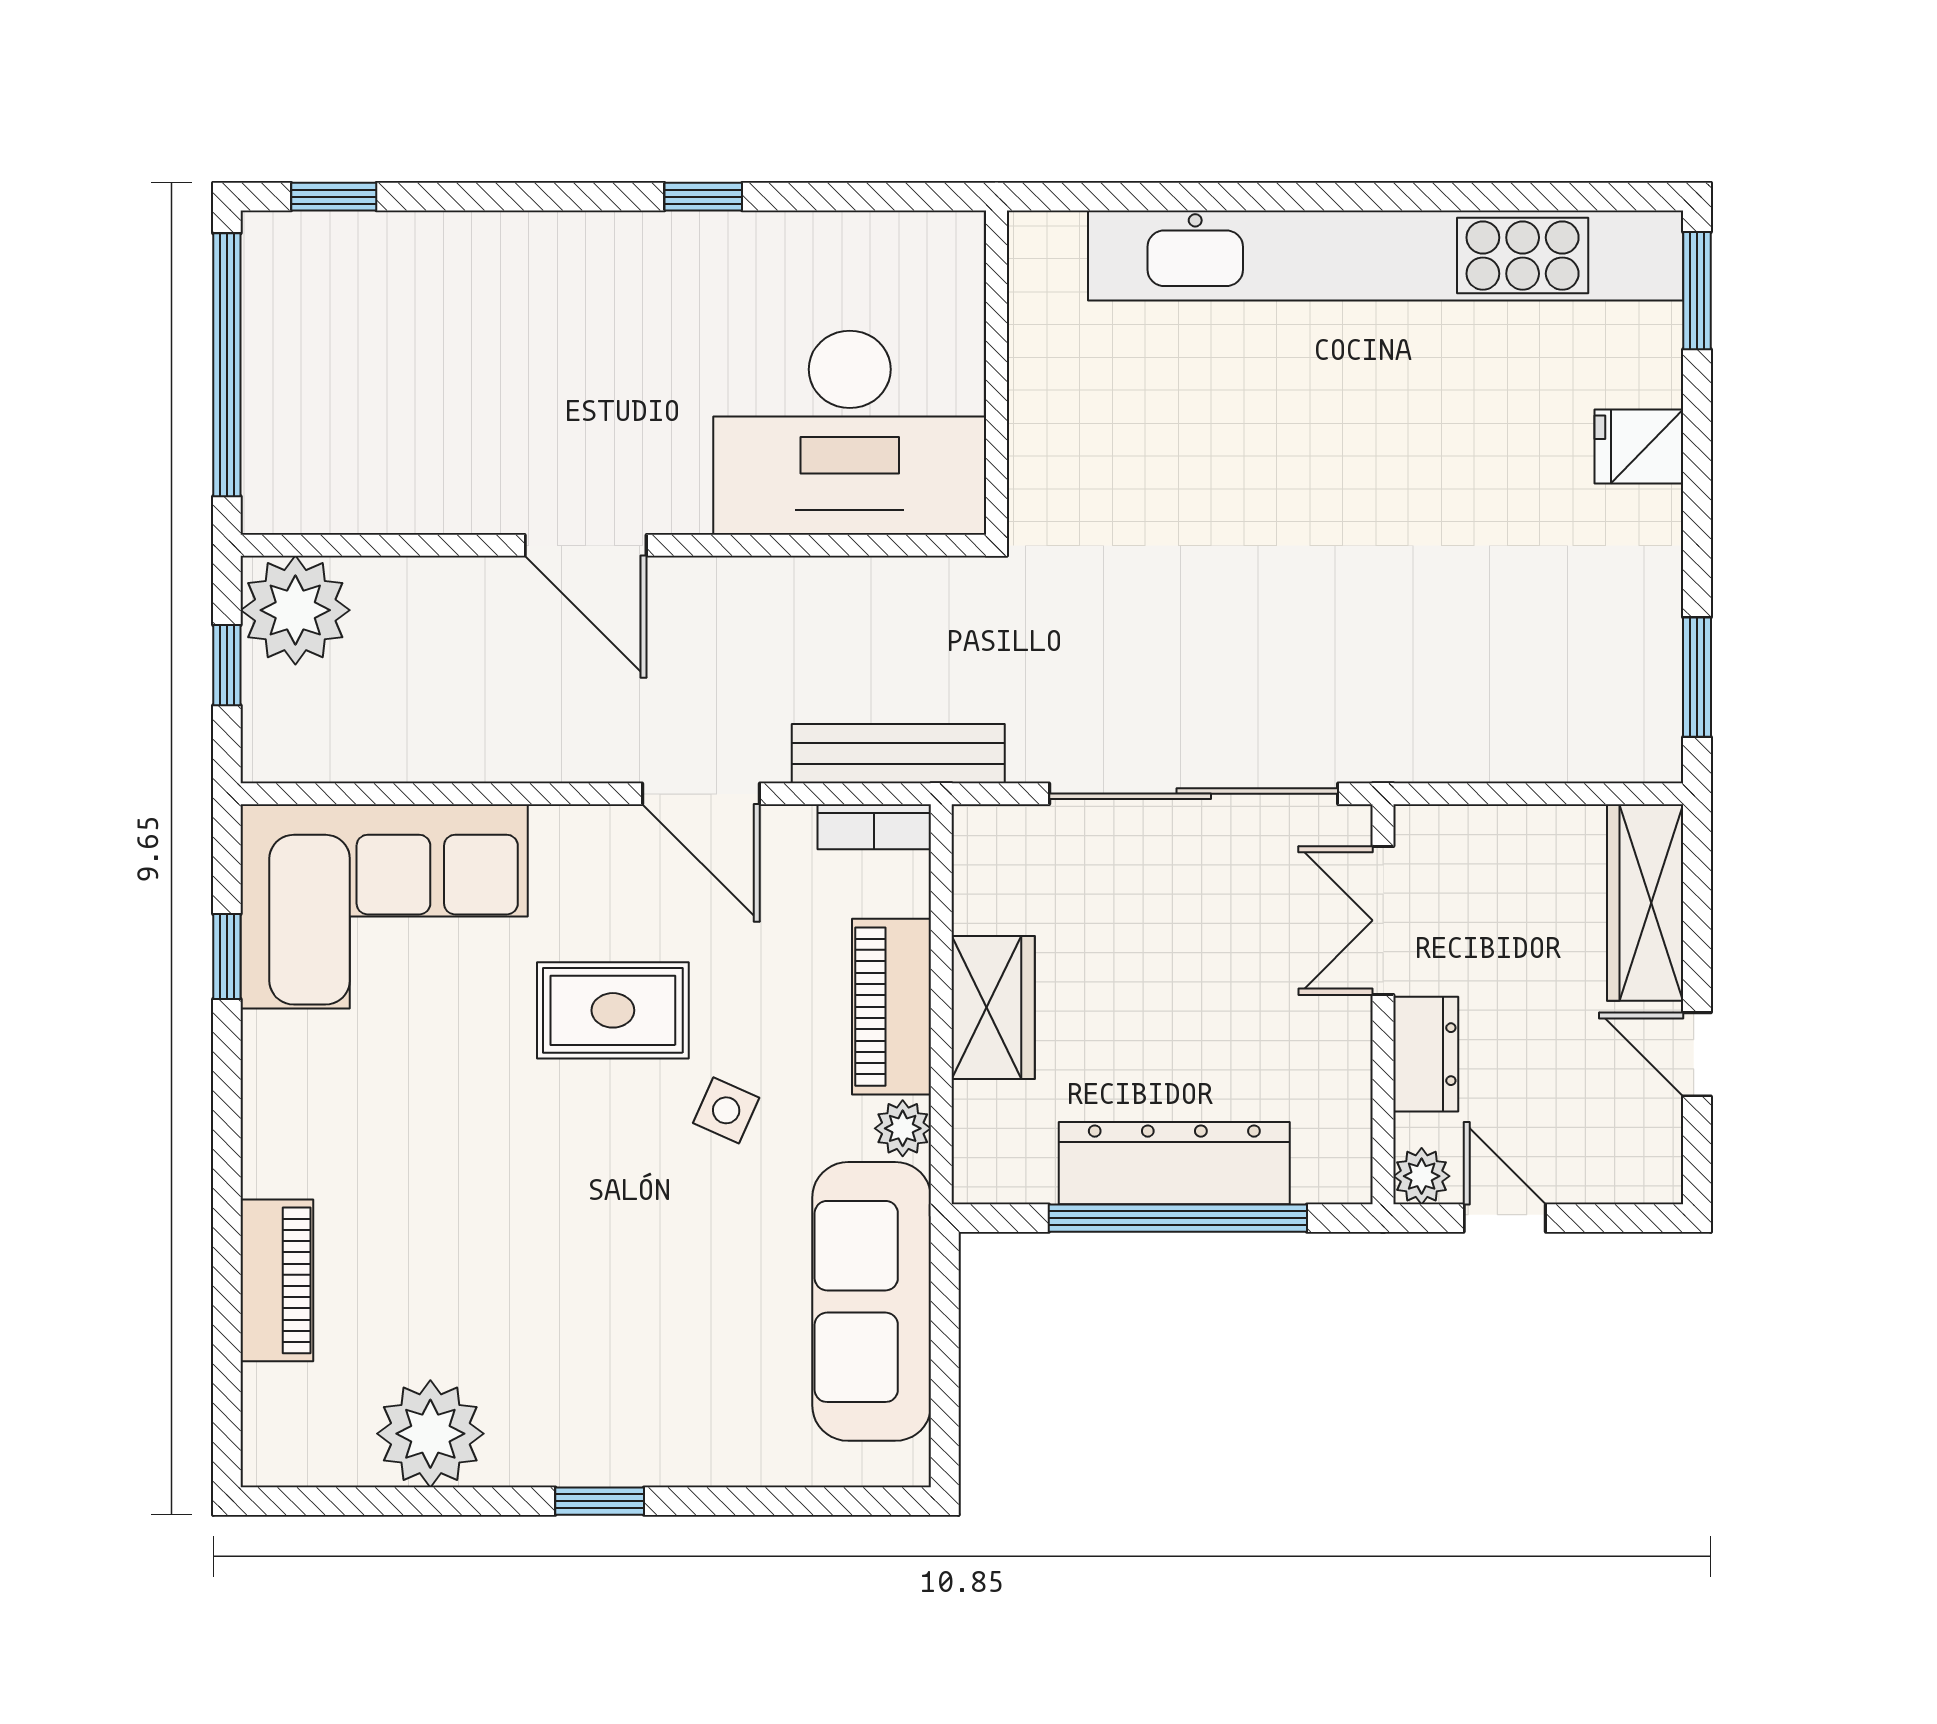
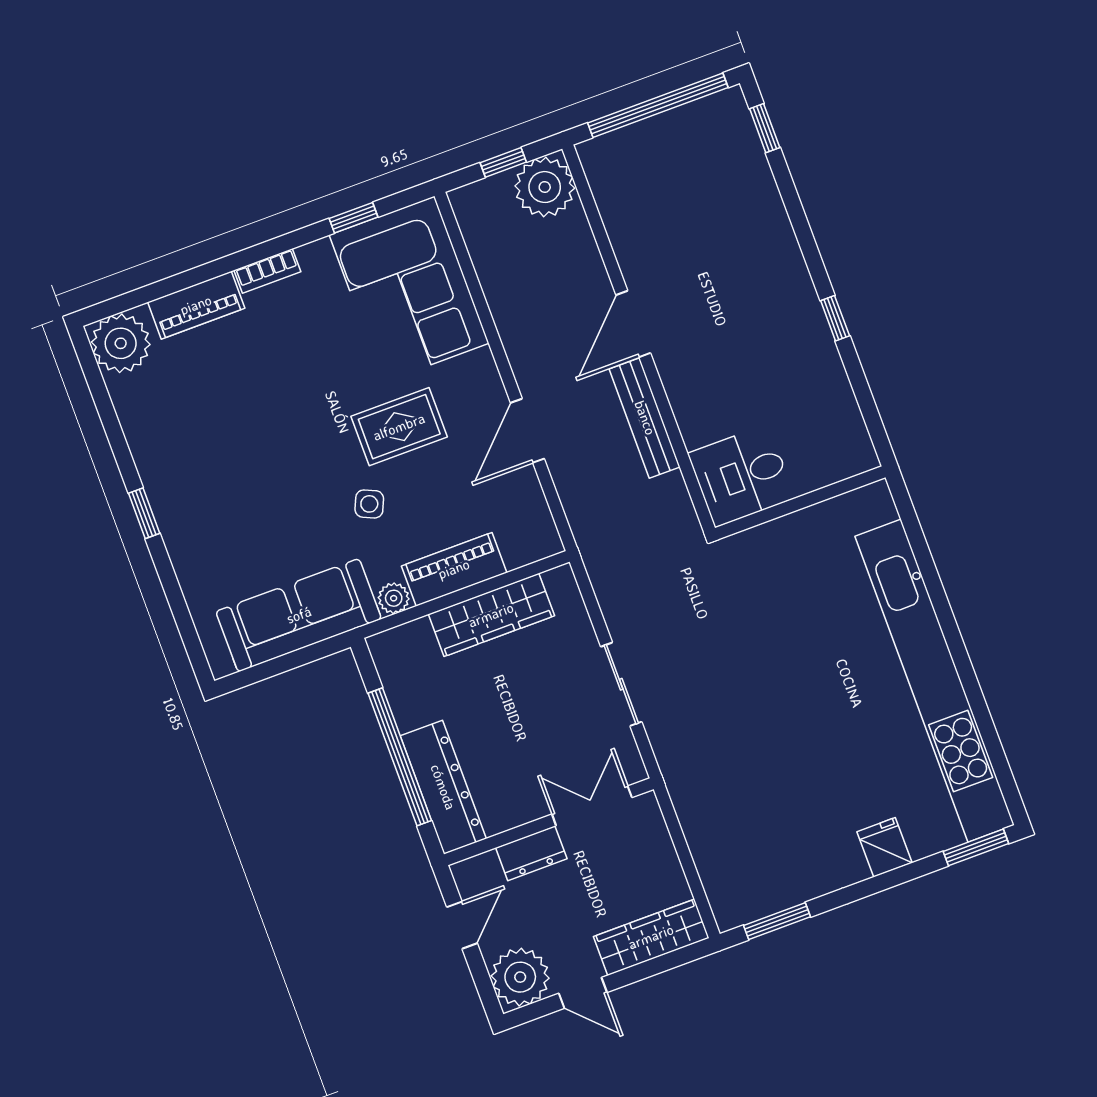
desk: (850, 433) -> (741, 476), width x0.53, depth x0.77
bench: (898, 754) -> (645, 418), moved
sliding door: (1194, 794) -> (621, 684), width x0.54
bookcase: (874, 827) -> (267, 271), moved, turned -90
wardrobe: (993, 1008) -> (491, 615), width x1.50
rug: (613, 1010) -> (399, 427), turned 90
door: (1697, 1054) -> (583, 993), swing flipped
dresser: (1174, 1163) -> (443, 787), moved
plant: (1422, 1176) -> (520, 977), moved, width x1.87, depth x1.87
plant: (430, 1434) -> (121, 343), moved

